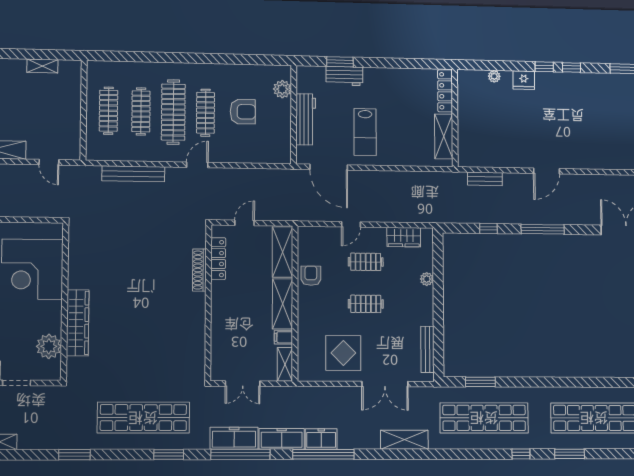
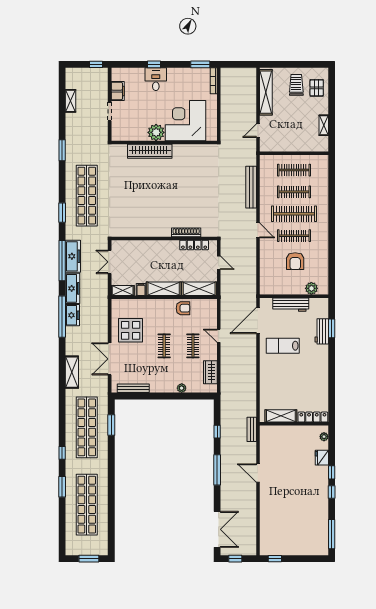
locker: (445, 91) -> (313, 417), moved
wall: (455, 118) -> (294, 424), moved
shelving: (444, 137) -> (281, 416), moved
plant: (49, 346) -> (156, 132), moved

